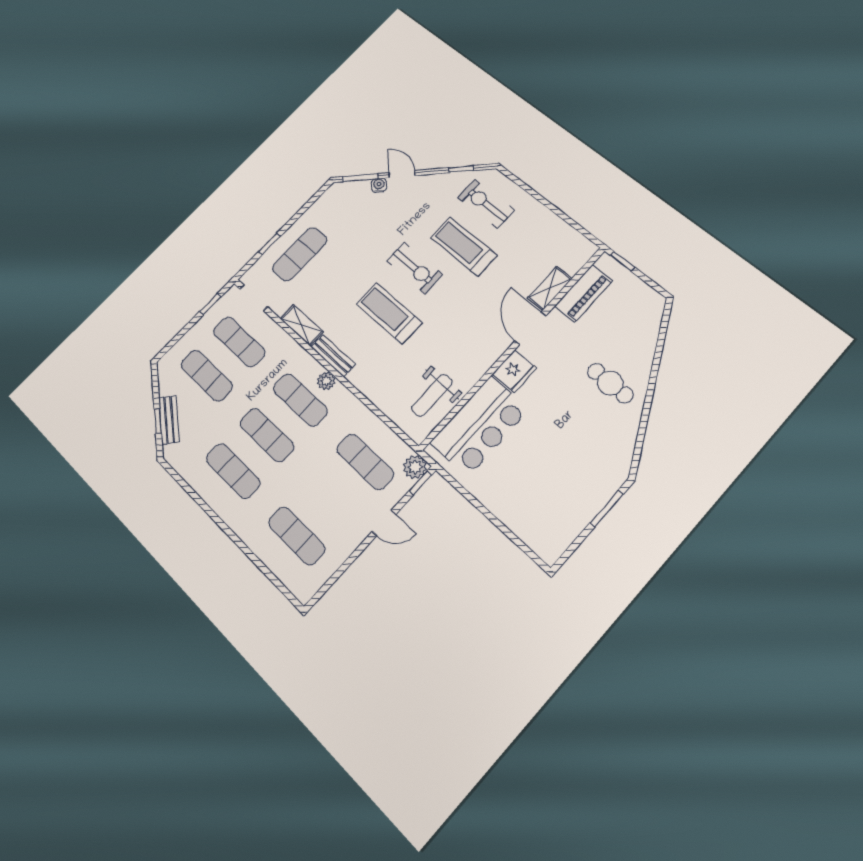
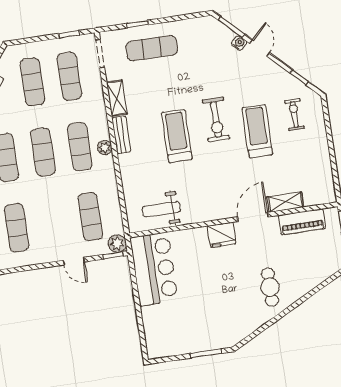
exercise bike: (486, 204) -> (294, 114), width x0.73, depth x0.72
bar counter: (480, 426) -> (154, 269), moved, turned -90

